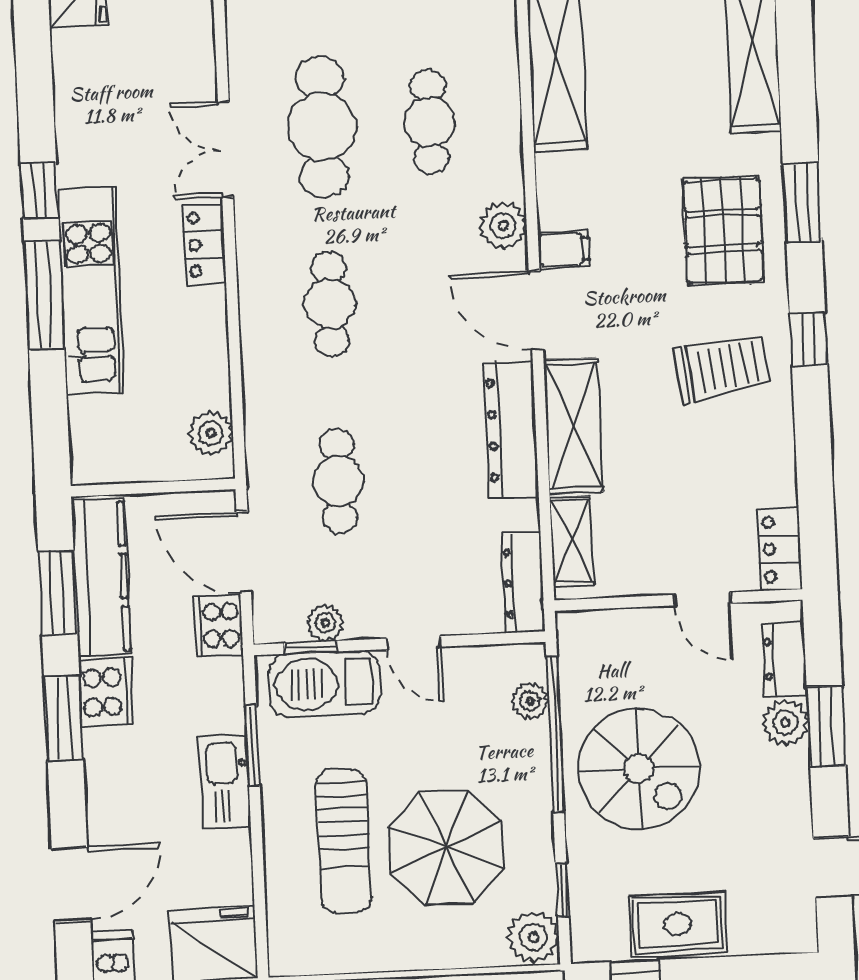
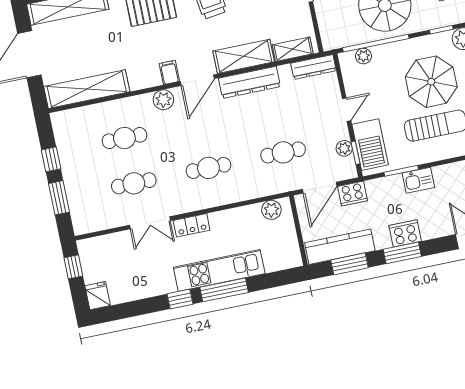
cafe table: (322, 127) -> (134, 183), width x0.73, depth x0.74
cooker: (106, 692) -> (405, 233), moved
kitchen sink: (225, 781) -> (418, 180), width x0.73

